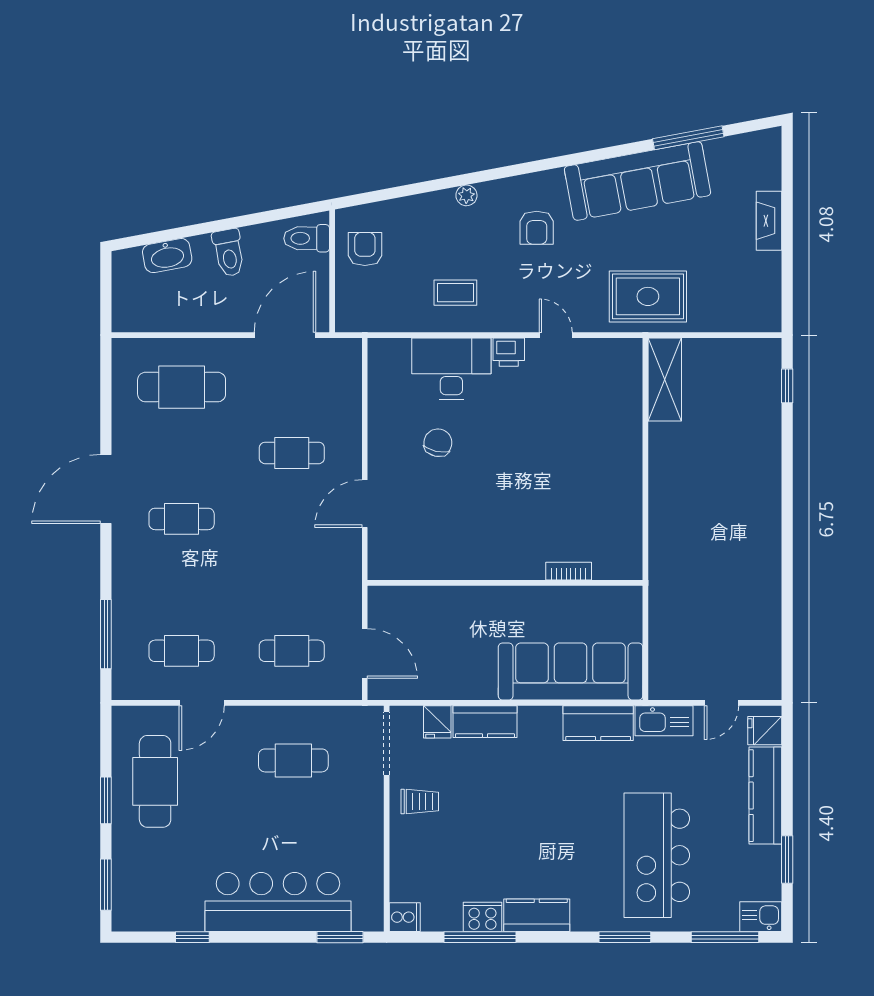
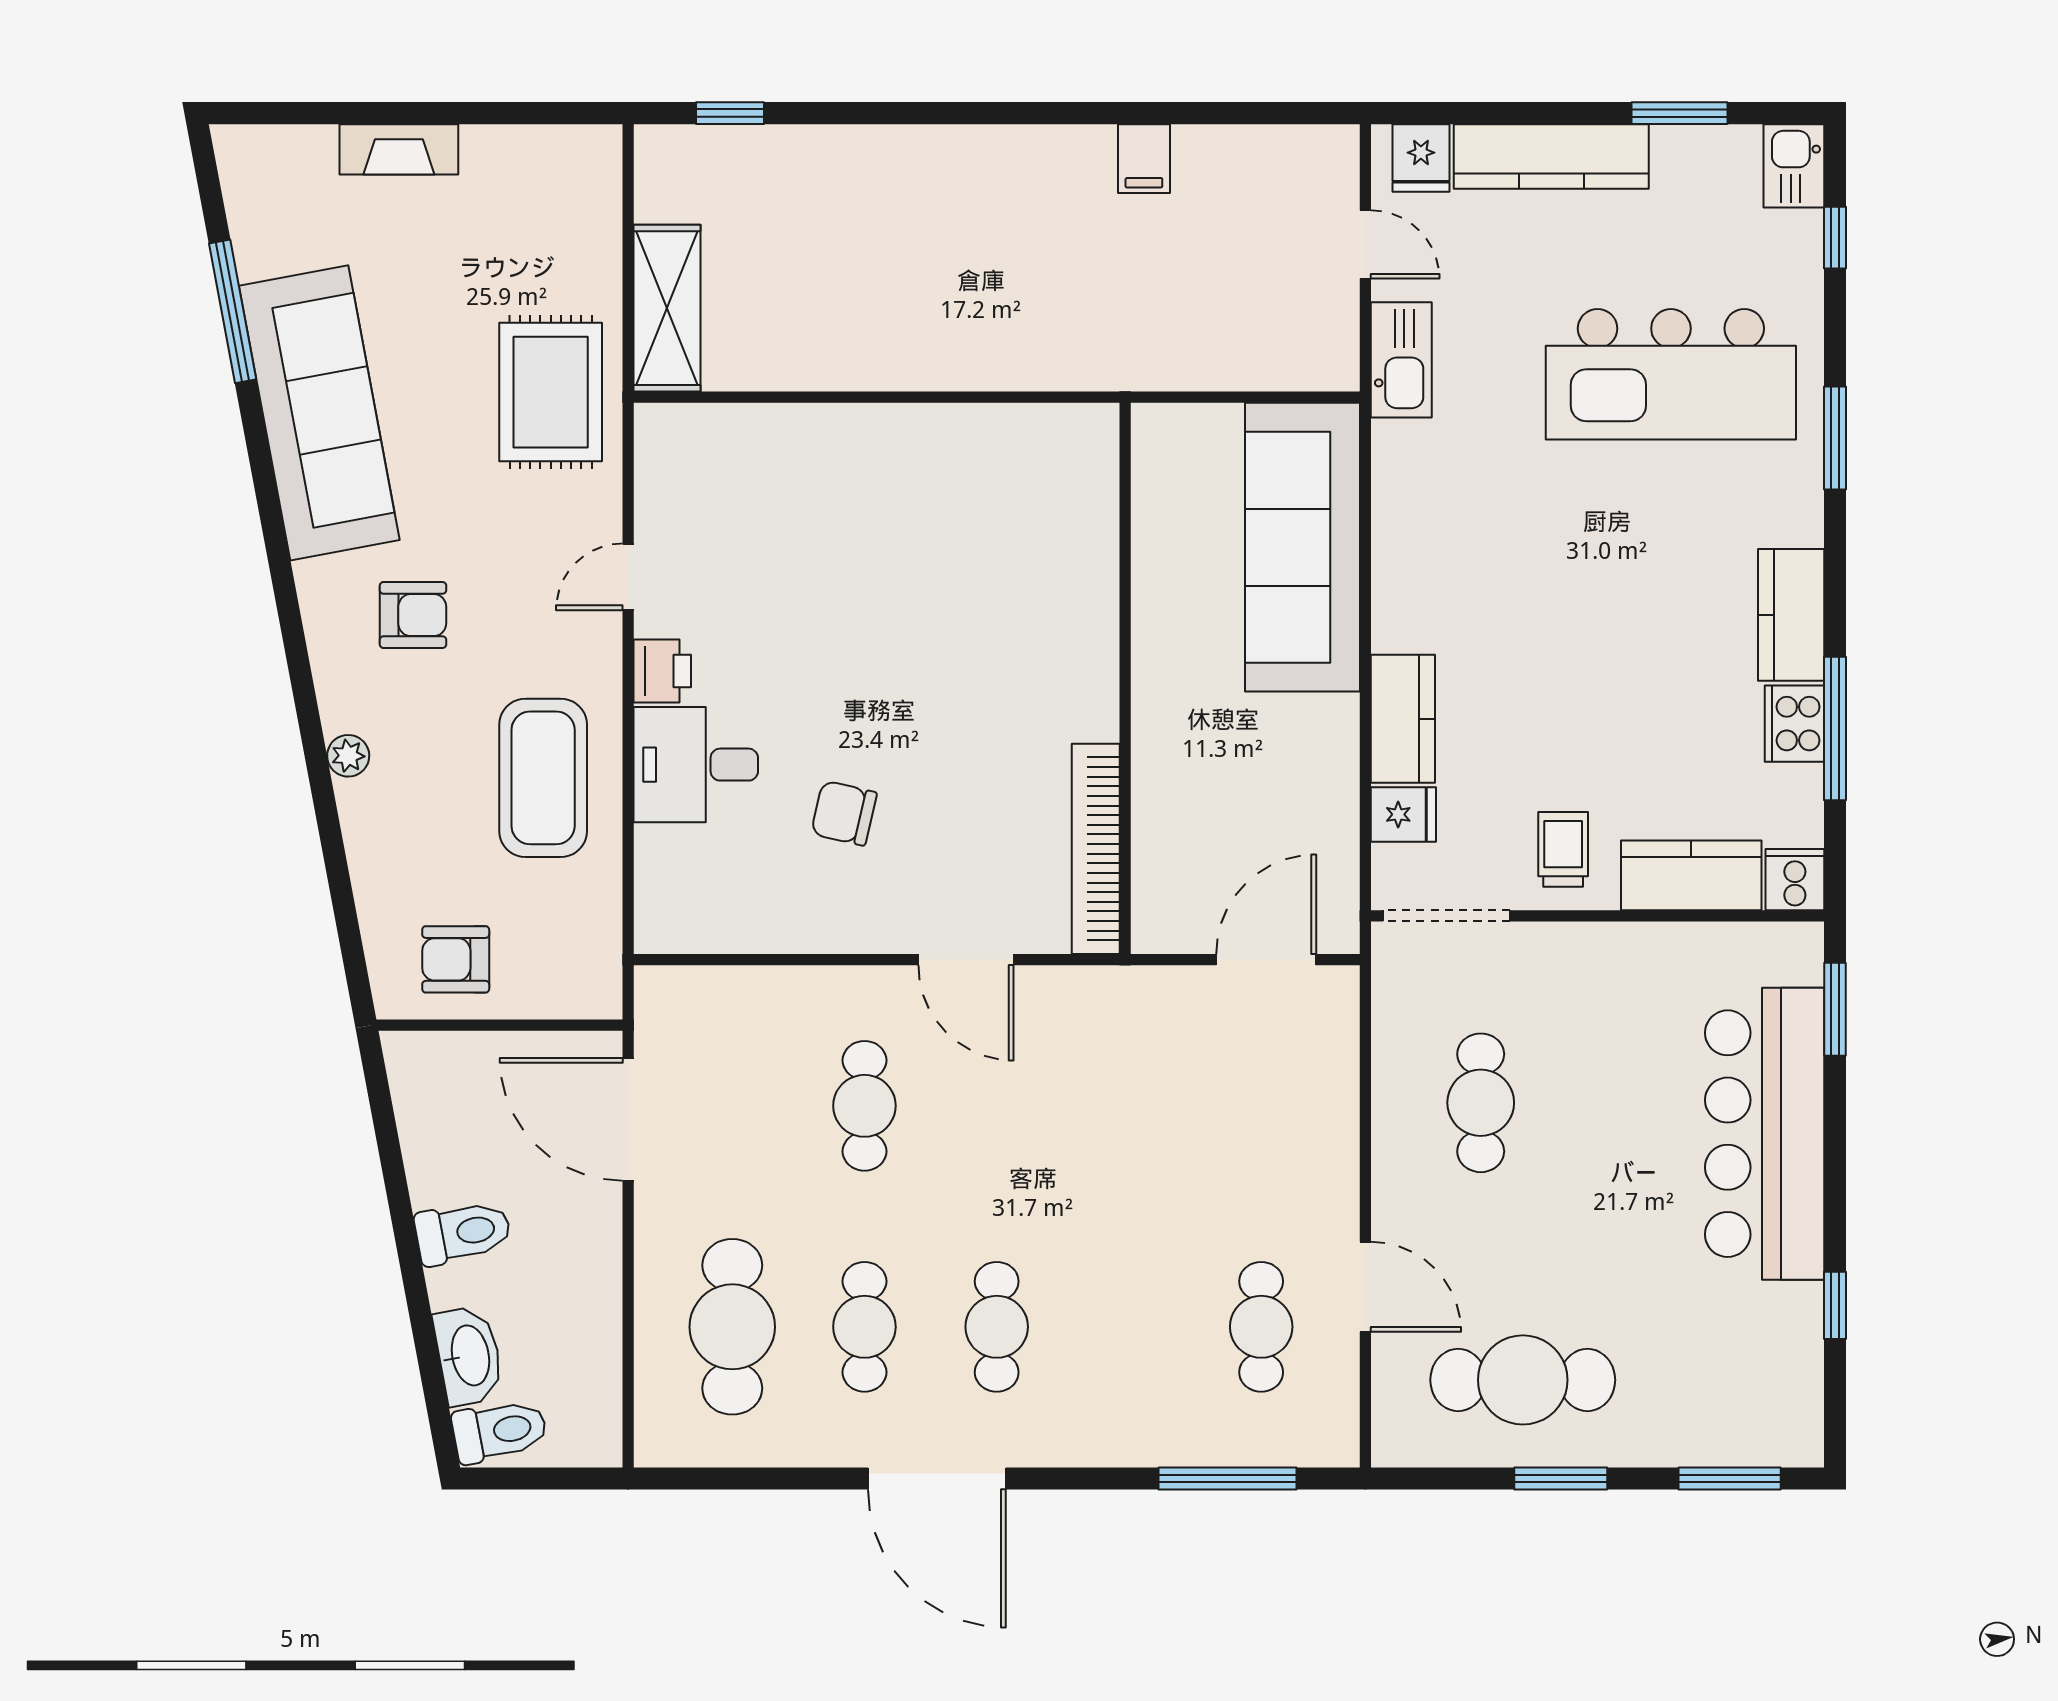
toilet: (307, 238) -> (500, 1431), moved, turned -101
coffee table: (455, 293) -> (543, 778), width x1.86, depth x1.72
desk: (451, 369) -> (696, 765), width x0.73
shelving: (665, 379) -> (667, 308), moved, turned 90
bookcase: (569, 571) -> (1096, 849), moved, width x2.31, depth x1.31
filing cabinet: (764, 592) -> (1144, 159), added
cafe table: (292, 651) -> (864, 1327), moved
kitchen counter: (598, 723) -> (1691, 875), moved, turned -90
window: (725, 937) -> (1835, 238), width x0.46

